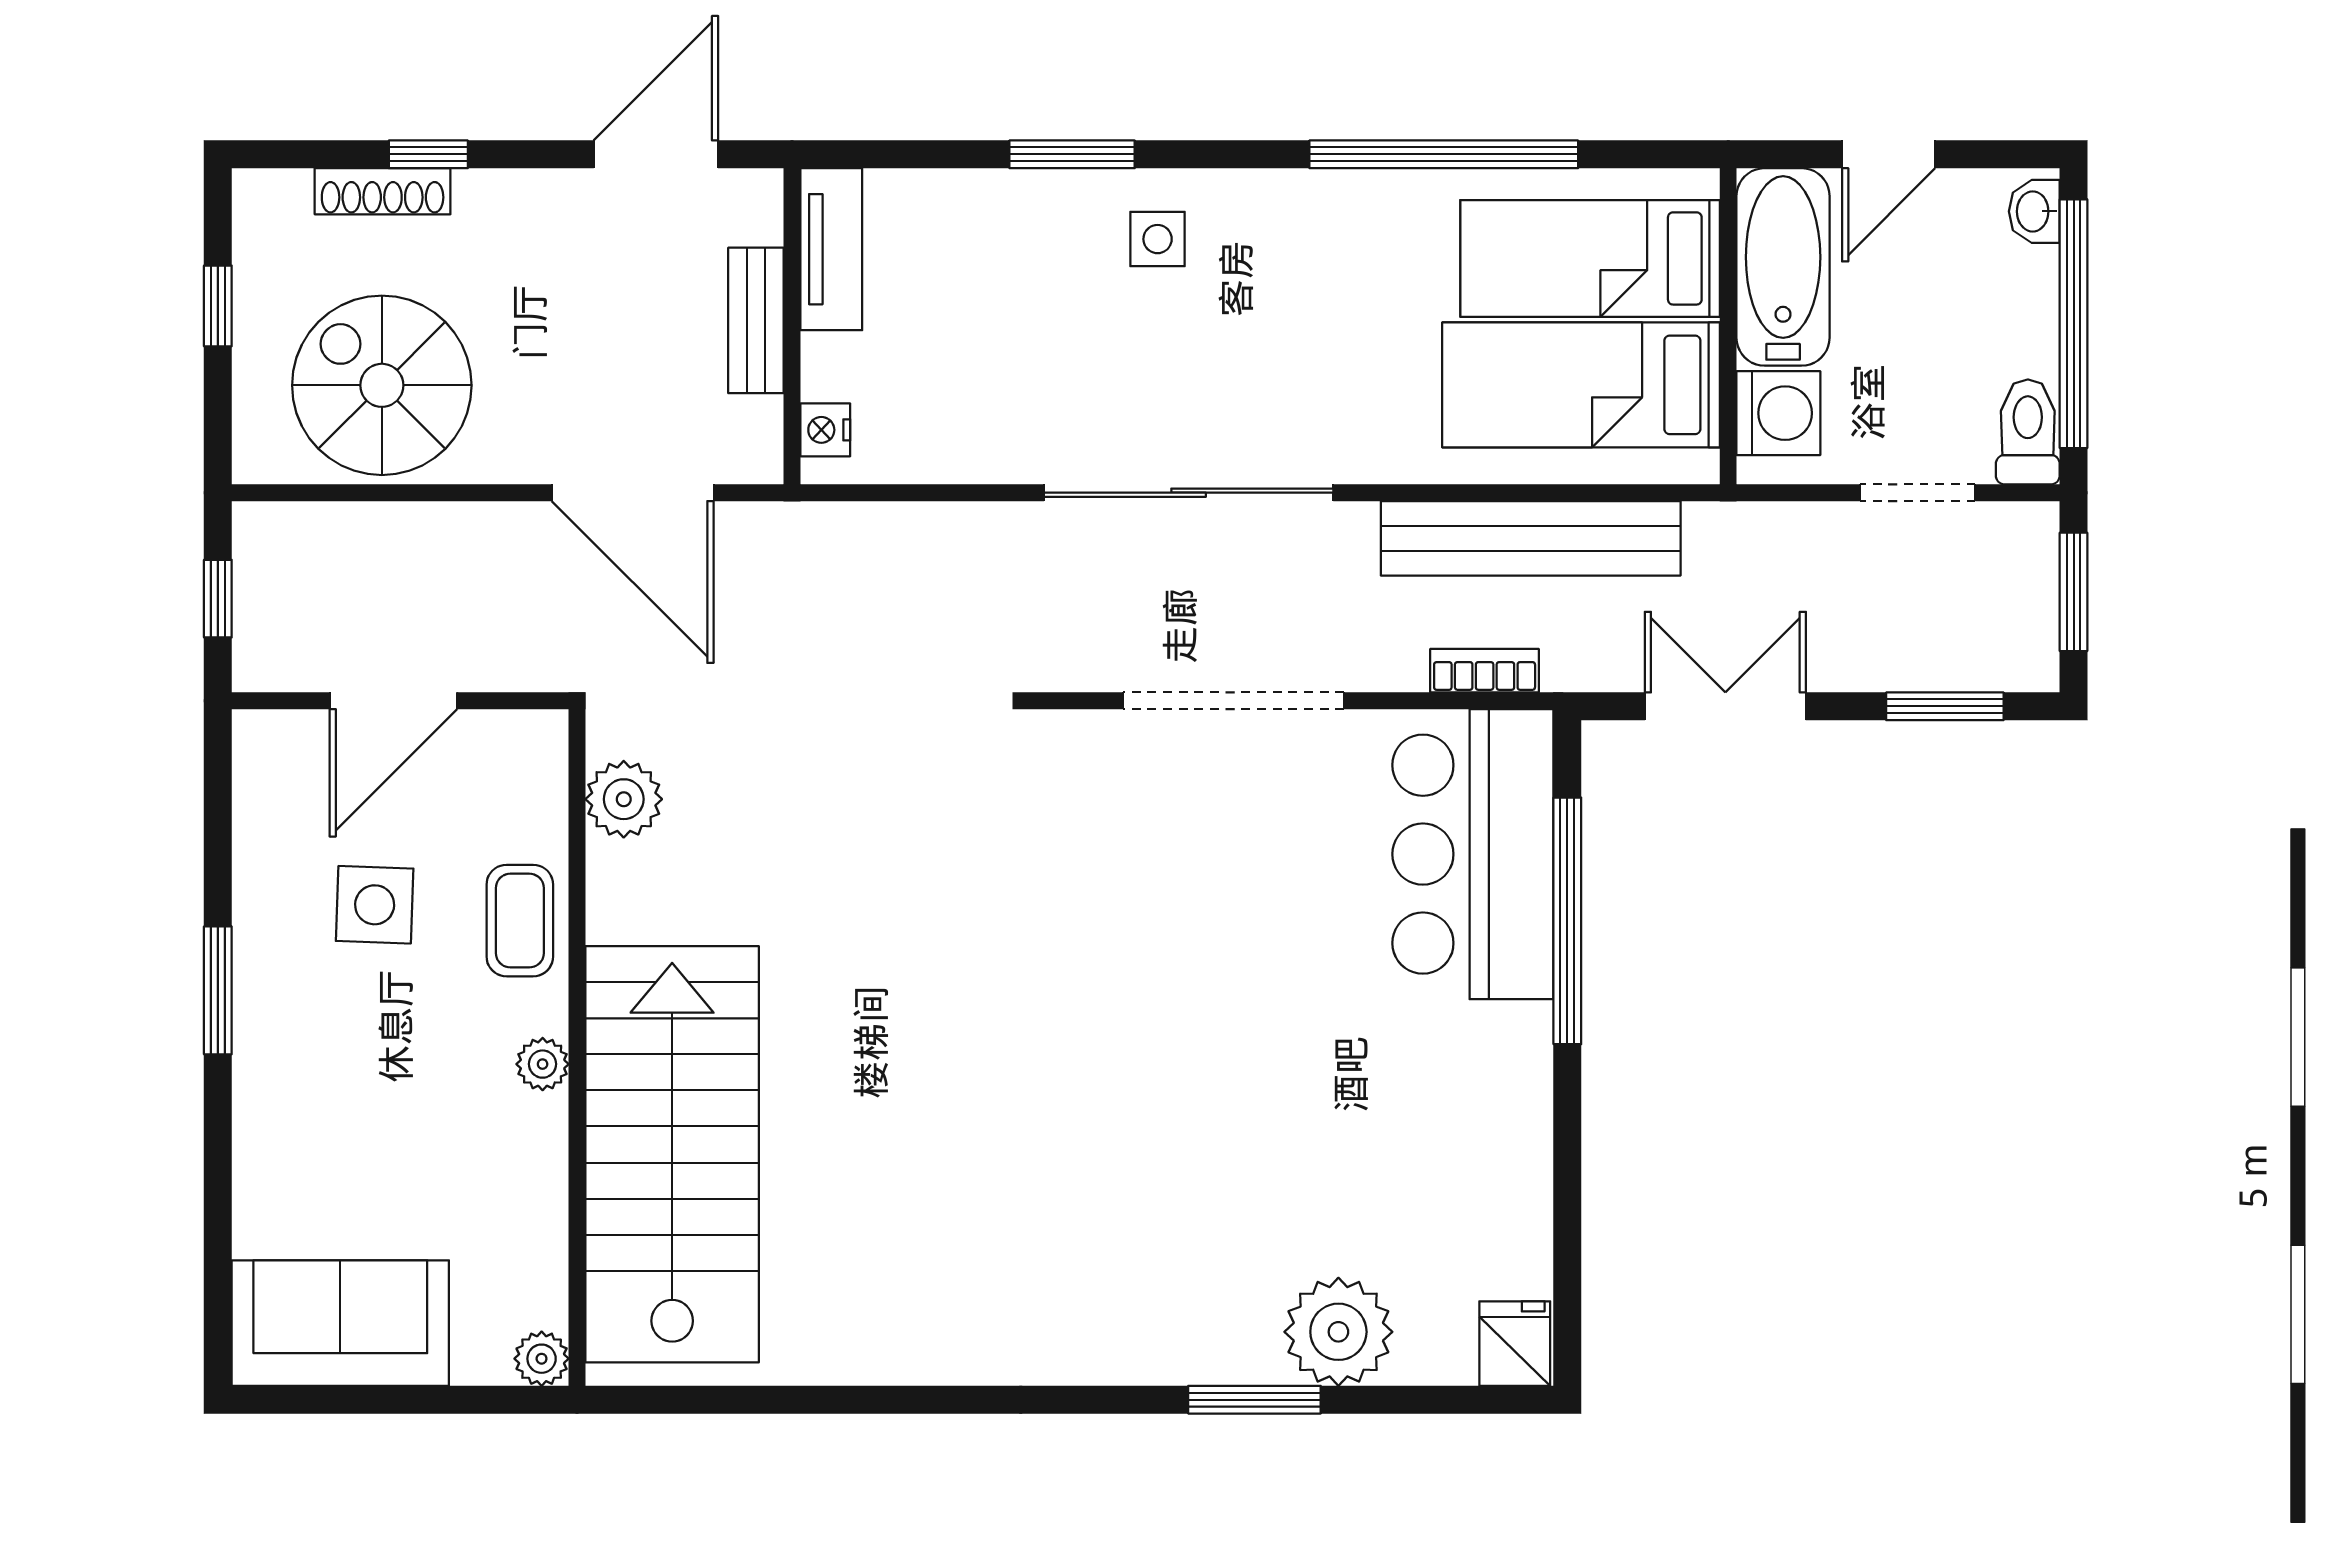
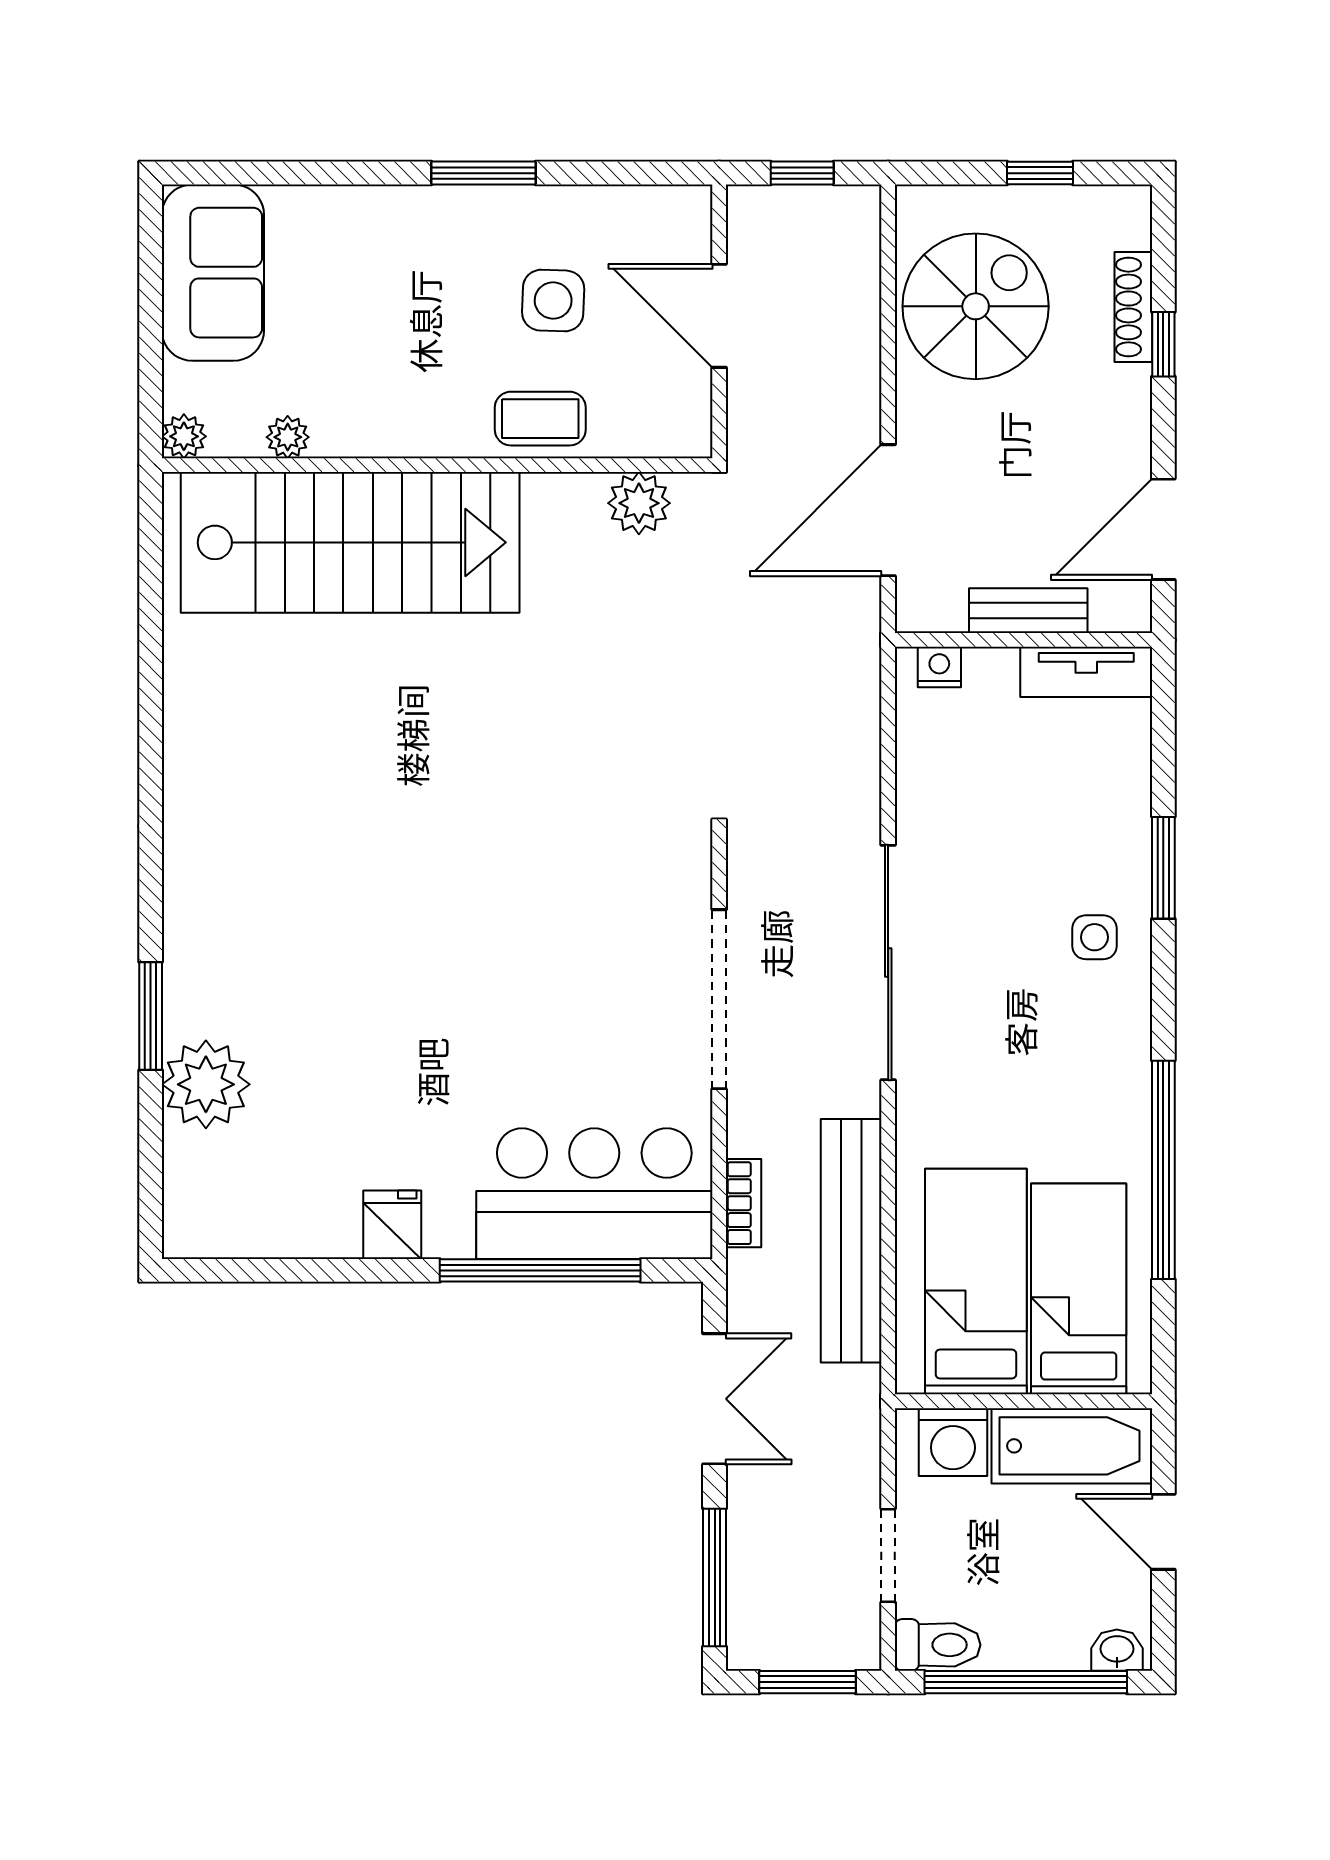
door: (656, 154) -> (1163, 529), swing flipped
window: (1945, 706) -> (715, 1577), width x1.44
plant: (543, 1064) -> (288, 437), moved
fridge: (1515, 1344) -> (392, 1225), moved, turned -90

